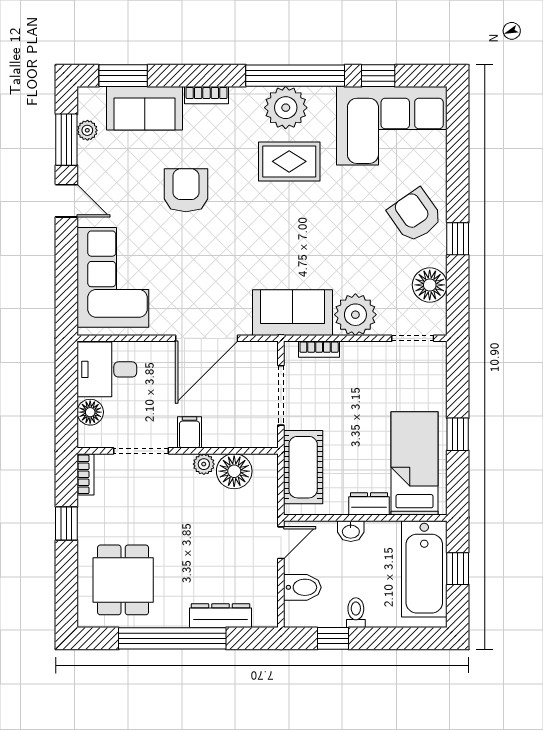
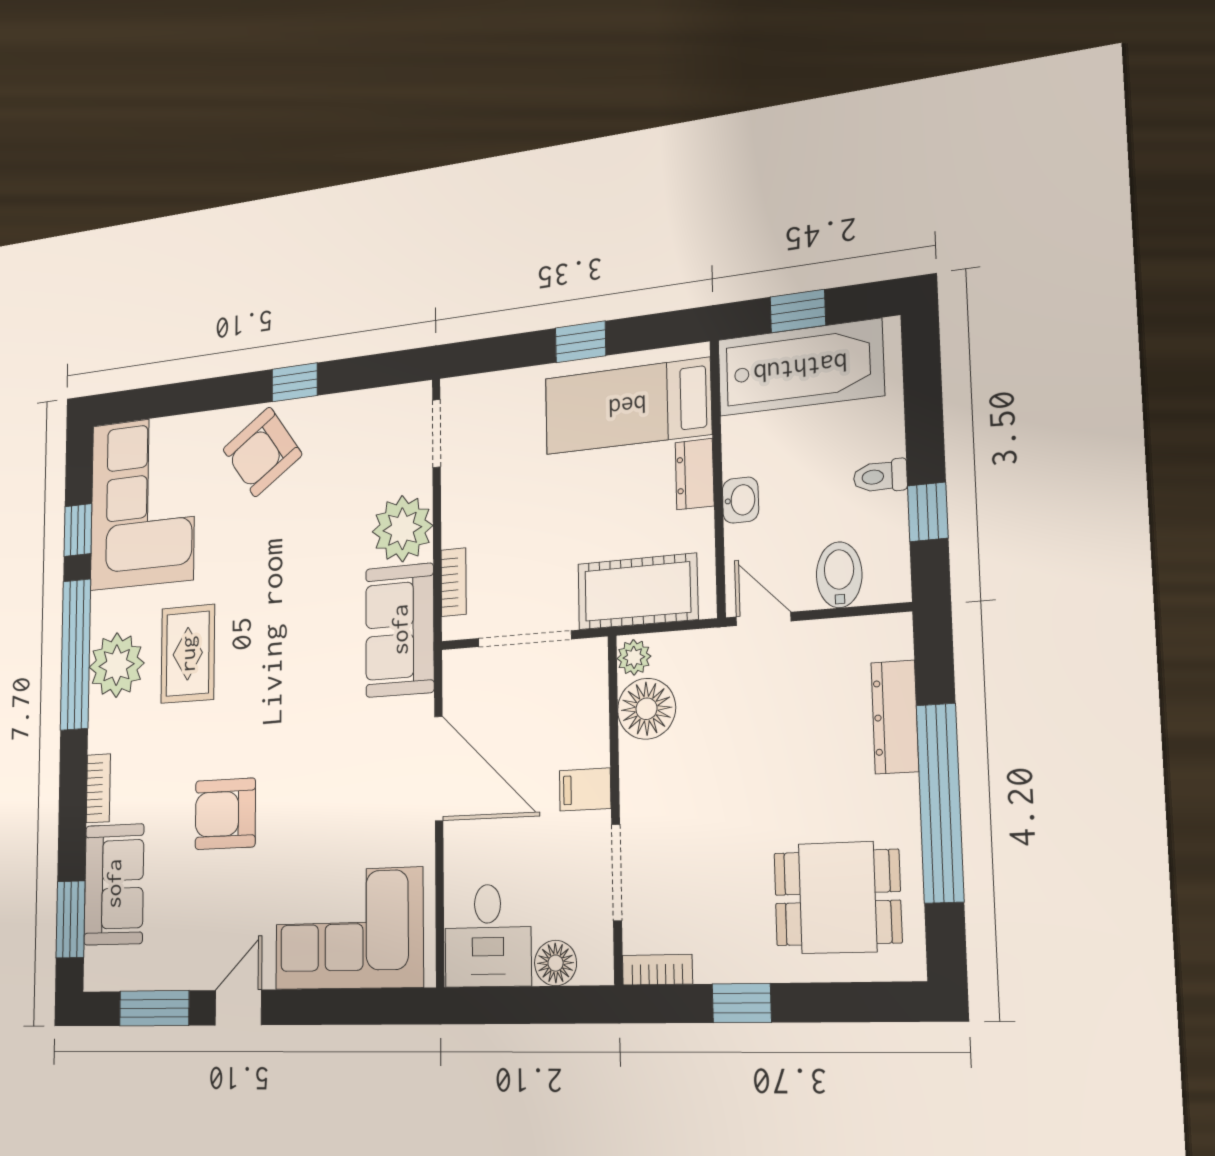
plant: (87, 130) -> (142, 975), removed
floor lamp: (430, 285) -> (359, 417), removed
plant: (204, 464) -> (634, 657), moved

